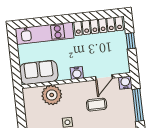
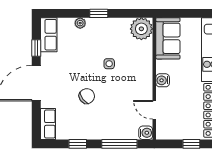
plant: (52, 95) -> (141, 29), moved
coffee table: (97, 105) -> (125, 98), removed

